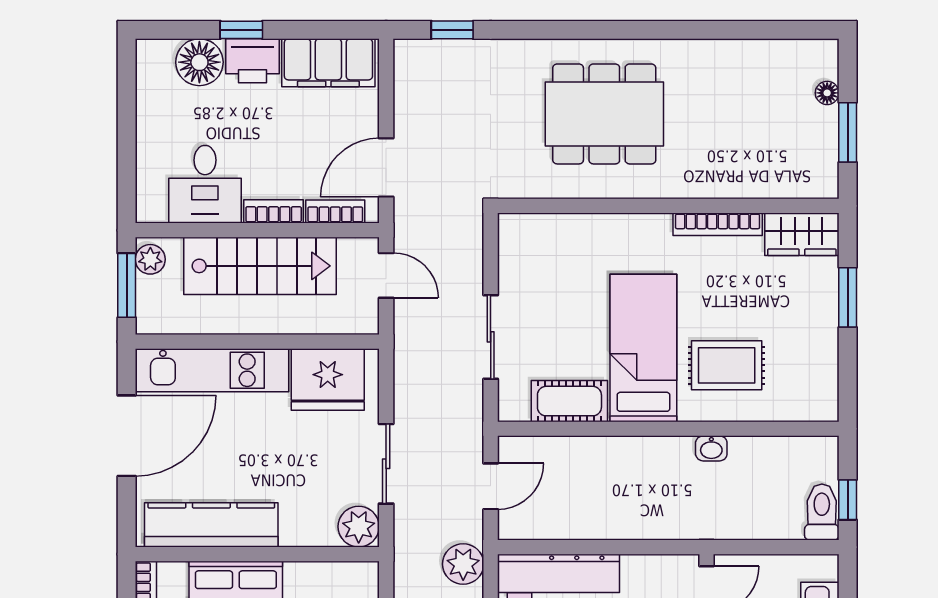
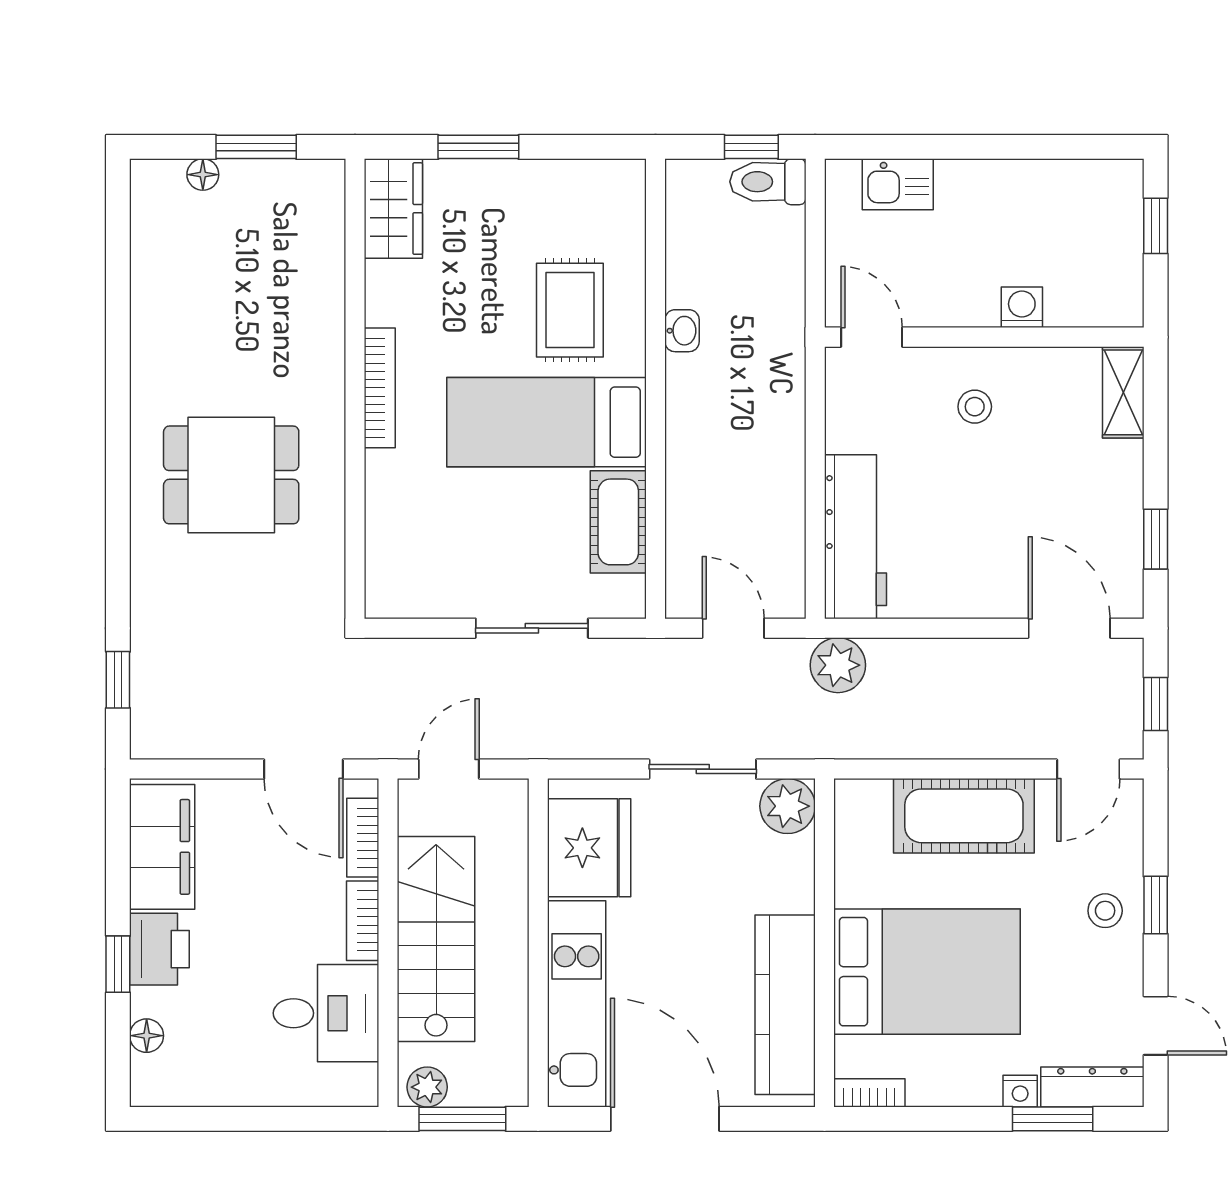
floor lamp: (199, 62) -> (147, 1036), width x0.53, depth x0.53
dining table: (604, 114) -> (231, 475), width x0.73
bookcase: (718, 224) -> (380, 388), moved

